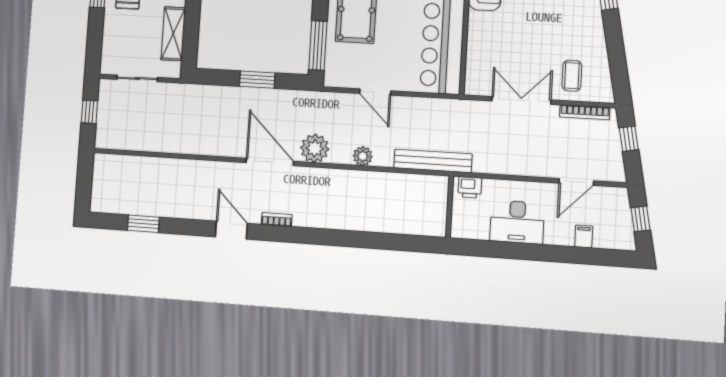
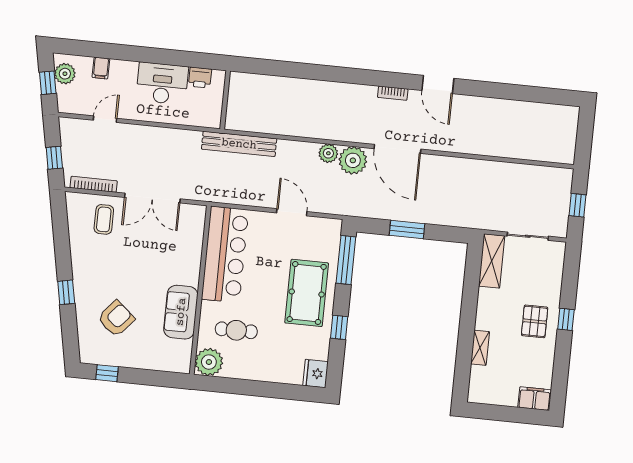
shelving: (173, 34) -> (492, 261), moved
plant: (363, 156) -> (328, 153), moved
door: (576, 182) -> (105, 119), width x0.73
printer: (470, 187) -> (200, 78), moved, turned 180
window: (143, 224) -> (526, 93), removed
plant: (622, 229) -> (65, 74), added

